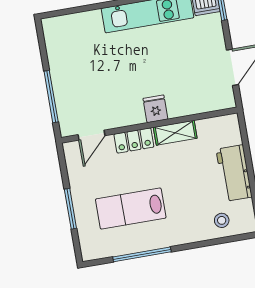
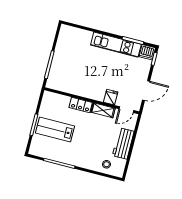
fridge: (155, 109) -> (111, 97), moved
door: (92, 135) -> (126, 110), moved
lab bench: (131, 209) -> (55, 130), moved

